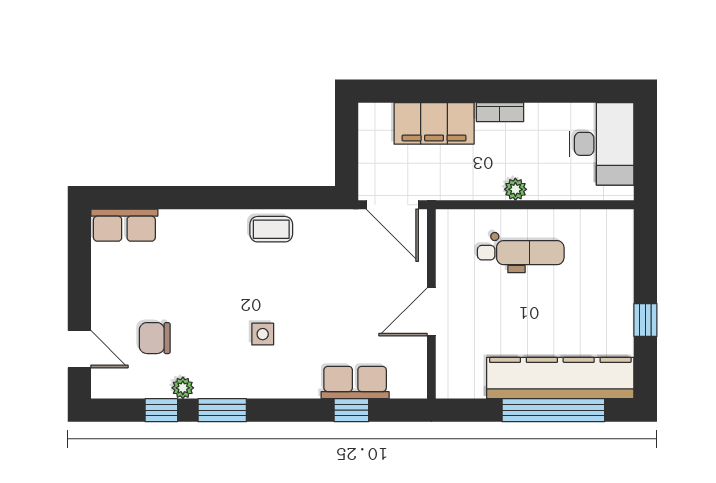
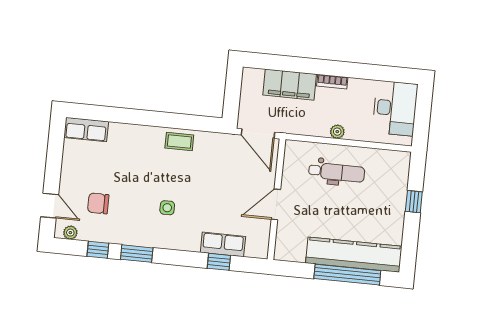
window: (645, 320) -> (414, 202), moved
plant: (183, 388) -> (70, 233), moved

